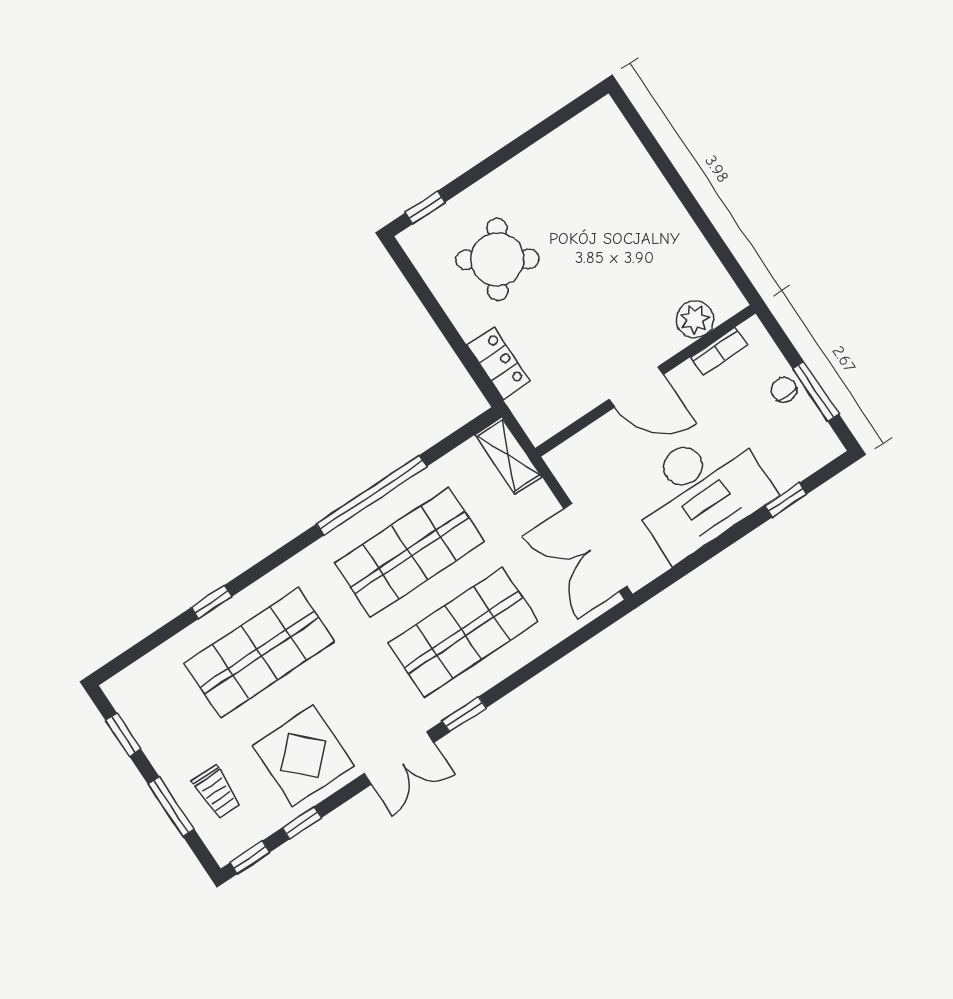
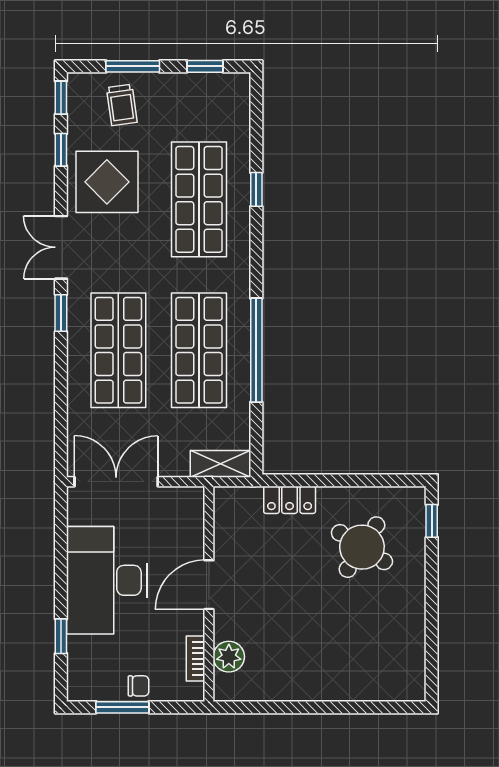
trolley: (217, 792) -> (122, 105), turned -98

